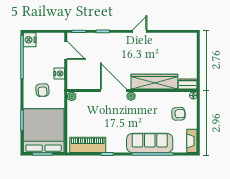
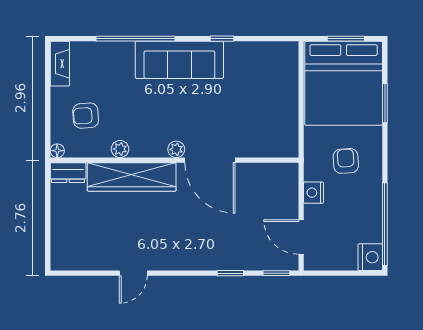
door: (140, 31) -> (133, 273), moved
plant: (72, 96) -> (120, 149), moved
sofa: (150, 143) -> (179, 60), moved
piano: (88, 145) -> (259, 56), removed

